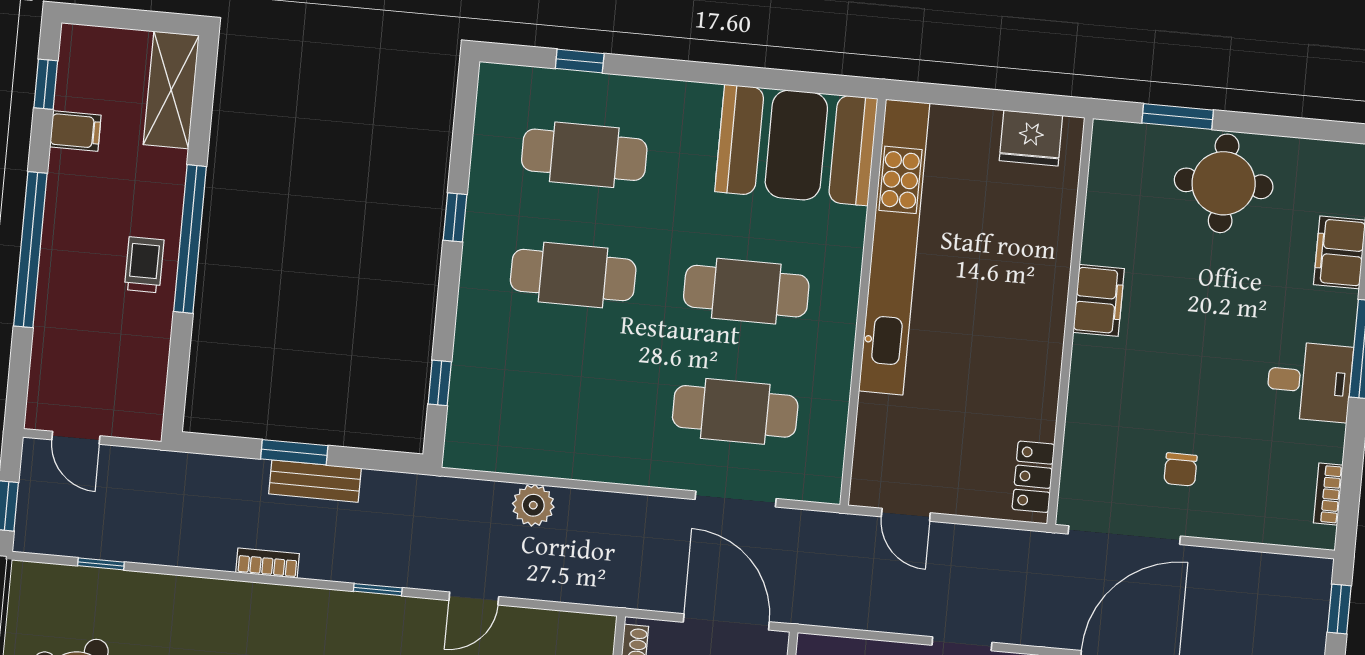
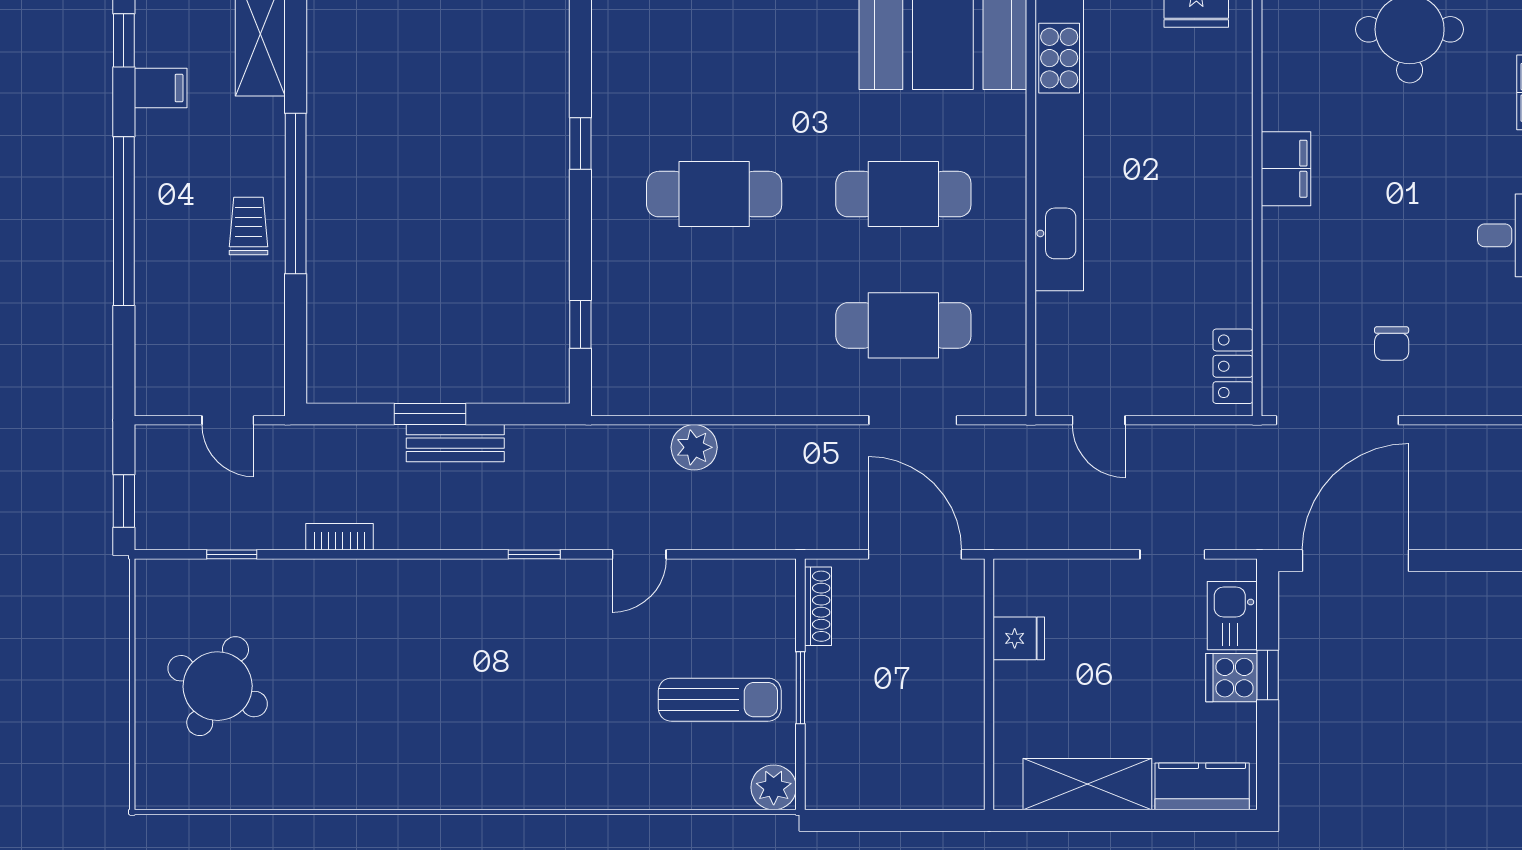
cafe table: (584, 155) -> (714, 63), removed
door: (76, 438) -> (228, 420), moved
bookcase: (268, 563) -> (339, 537), moved

